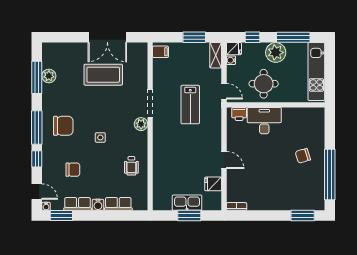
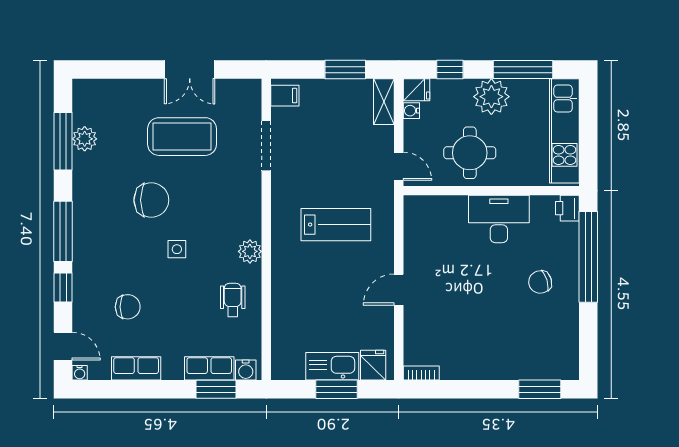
double door: (107, 37) -> (190, 70), width x0.73
doorway: (150, 103) -> (266, 146), moved
lab bench: (190, 105) -> (336, 225), moved, turned -90
printer: (239, 114) -> (567, 208), moved, turned 90
desk: (264, 121) -> (499, 219), moved
plant: (141, 124) -> (250, 251), moved
chair: (63, 126) -> (151, 200), moved
door: (224, 160) -> (399, 290), swing flipped
wheelchair: (131, 166) -> (233, 300), turned 180
window: (330, 175) -> (588, 257), moved
fridge: (213, 184) -> (373, 365), moved, turned 90
water cooler: (98, 205) -> (246, 370), moved
window: (61, 216) -> (216, 389), moved

